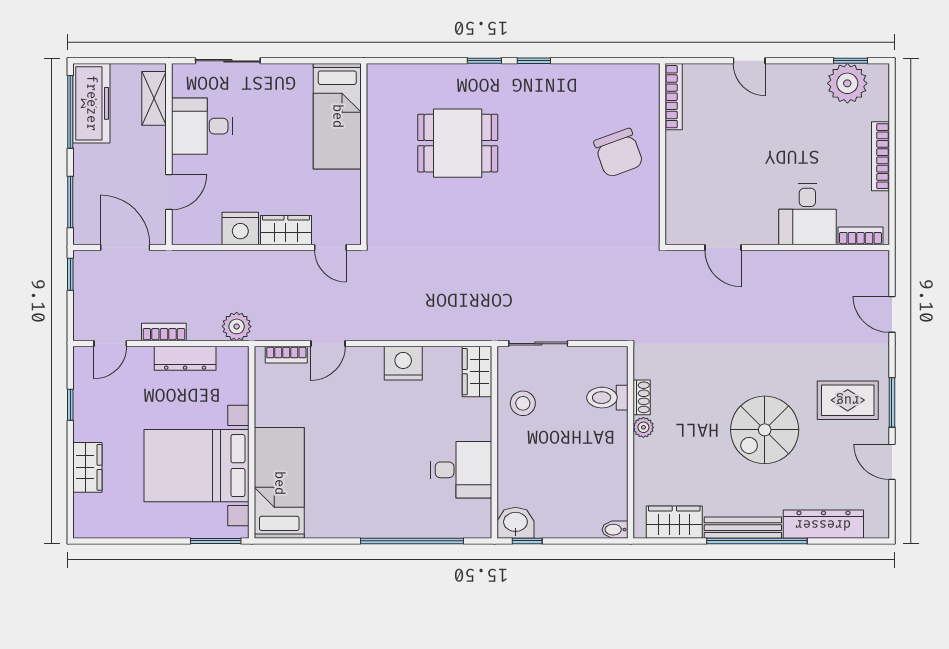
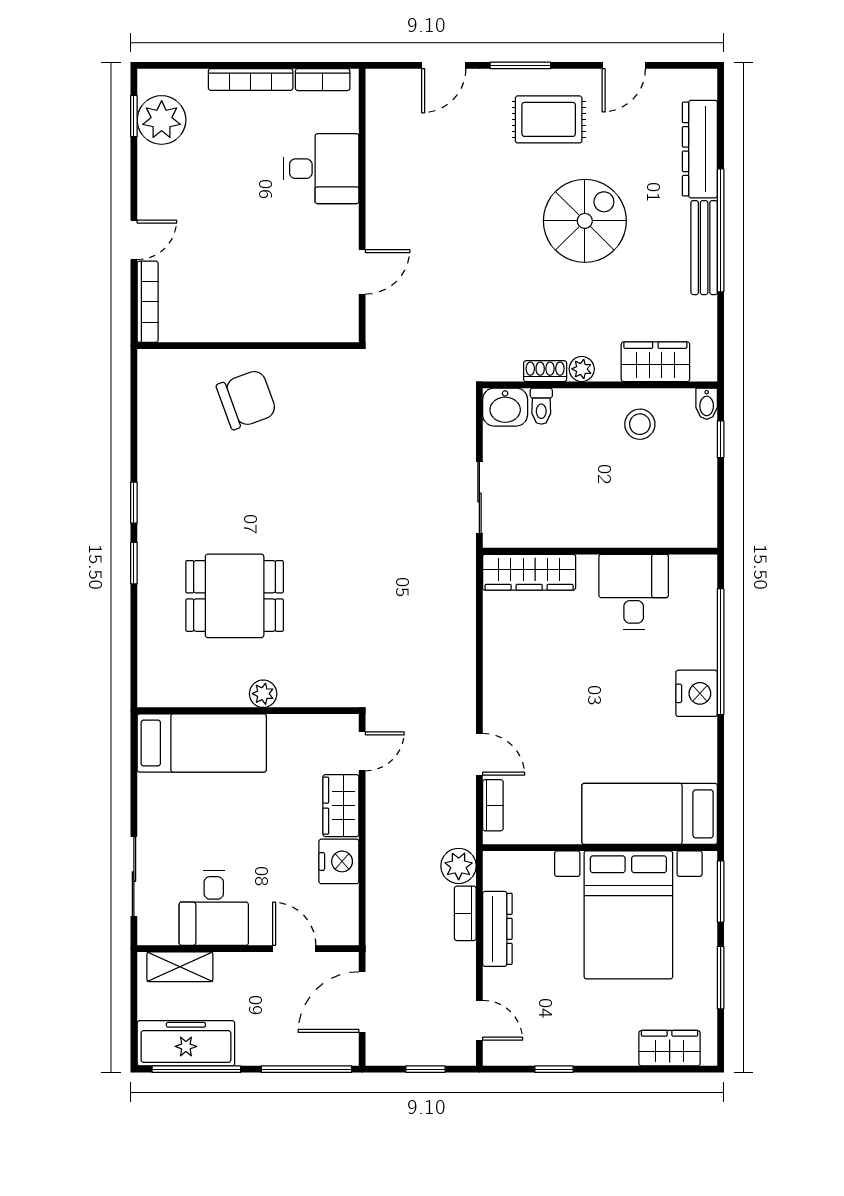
bookcase: (674, 97) -> (148, 302), moved, turned 90
dining table: (458, 143) -> (235, 596), turned 90
plant: (378, 166) -> (263, 694), added
window: (70, 202) -> (307, 1069), width x1.44
bookcase: (860, 236) -> (323, 80), moved, turned -90
window: (70, 274) -> (426, 1069), moved
bookcase: (164, 332) -> (465, 913), moved
nightstand: (403, 363) -> (697, 693), moved, turned 180
wardrobe: (477, 372) -> (529, 572), width x1.50
toilet: (607, 398) -> (541, 406), width x0.73, depth x0.72
rug: (848, 400) -> (549, 119), turned 90
window: (892, 402) -> (520, 65), moved
stool: (523, 403) -> (640, 424), moved
spiral stairs: (765, 430) -> (585, 221), turned -90
wardrobe: (87, 467) -> (670, 1048), moved
wardrobe: (674, 522) -> (655, 362), moved, turned 90
washbasin: (515, 523) -> (505, 407), moved, turned -90
window: (145, 541) -> (721, 978), added
window: (527, 541) -> (721, 439), moved

